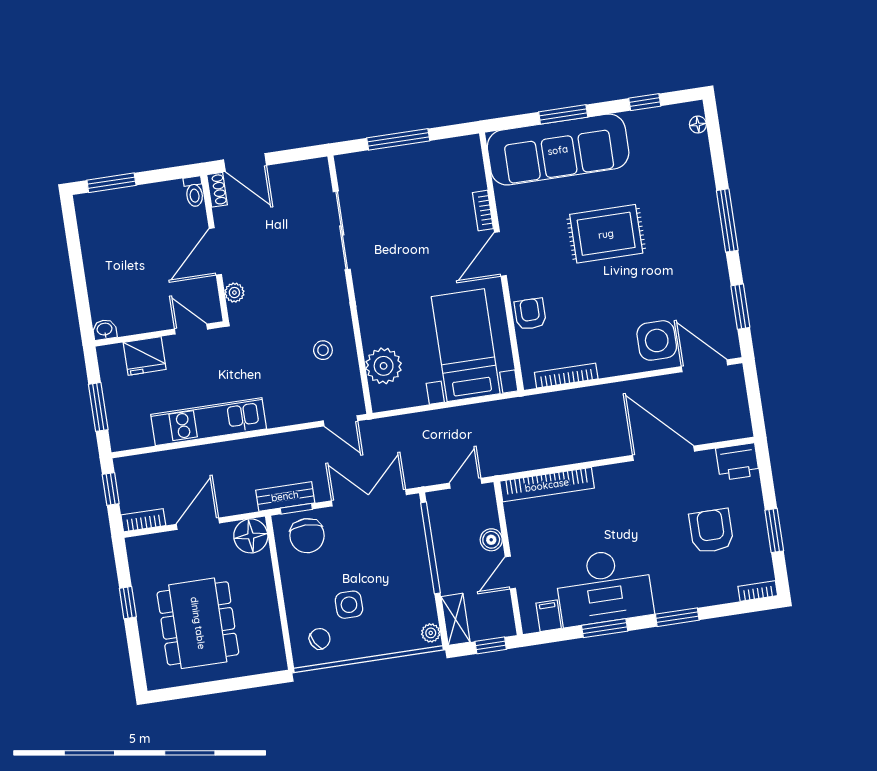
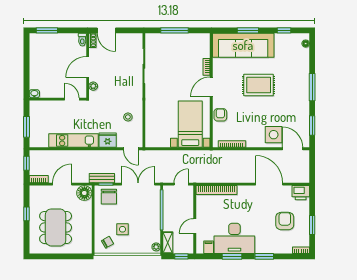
fridge: (145, 356) -> (108, 140), moved, turned 180
plant: (384, 366) -> (153, 128), removed
boiler: (491, 540) -> (189, 210), removed

